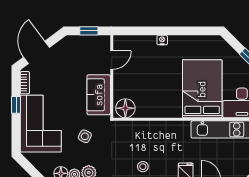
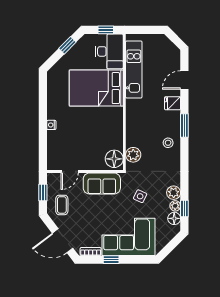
coffee table: (75, 51) -> (62, 205), added
door: (112, 60) -> (70, 171), swing flipped
plant: (130, 129) -> (133, 155), added

